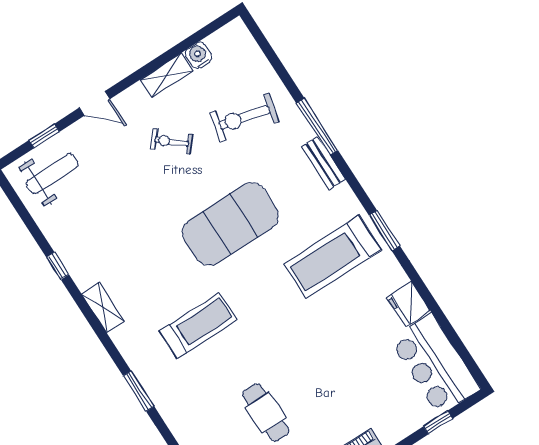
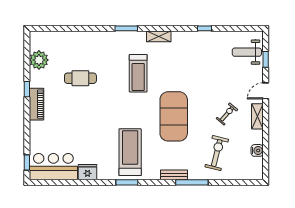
shelving: (167, 75) -> (257, 116), moved
weight bench: (52, 174) -> (247, 52), turned 90
shelving: (103, 308) -> (159, 36), moved
window: (438, 422) -> (27, 163), moved

